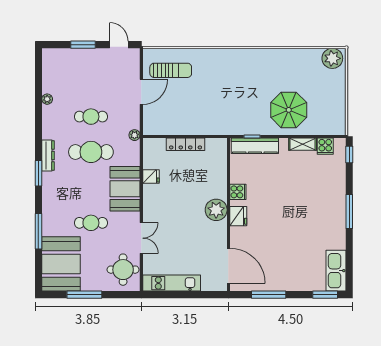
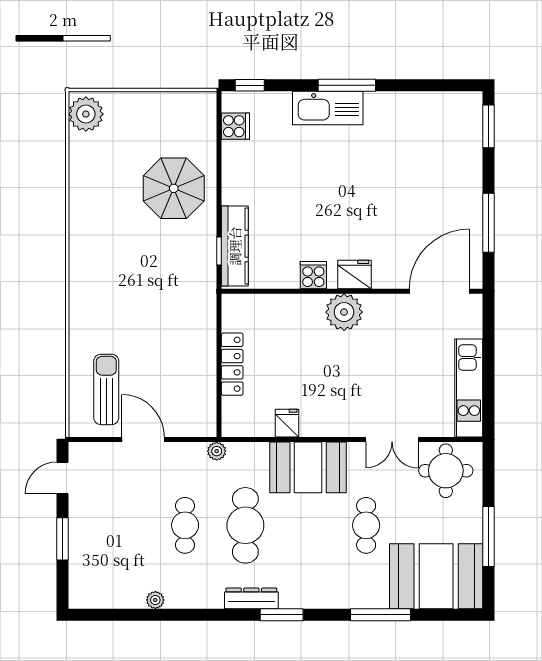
shelving: (303, 144) -> (232, 165), removed
double door: (141, 238) -> (392, 439), swing flipped
kitchen sink: (336, 271) -> (328, 108), moved

